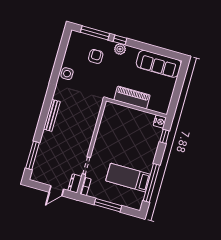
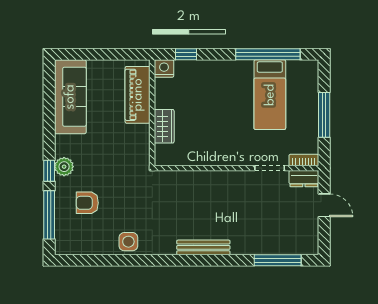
piano: (132, 98) -> (138, 95), moved
wardrobe: (127, 112) -> (164, 126), added

